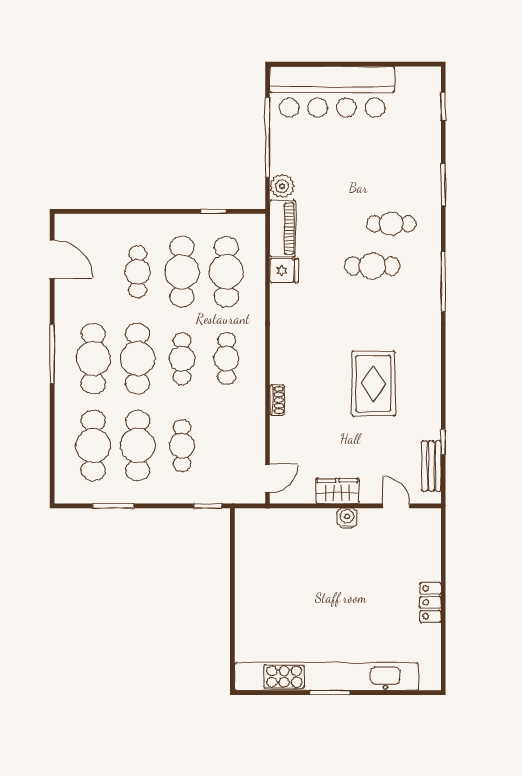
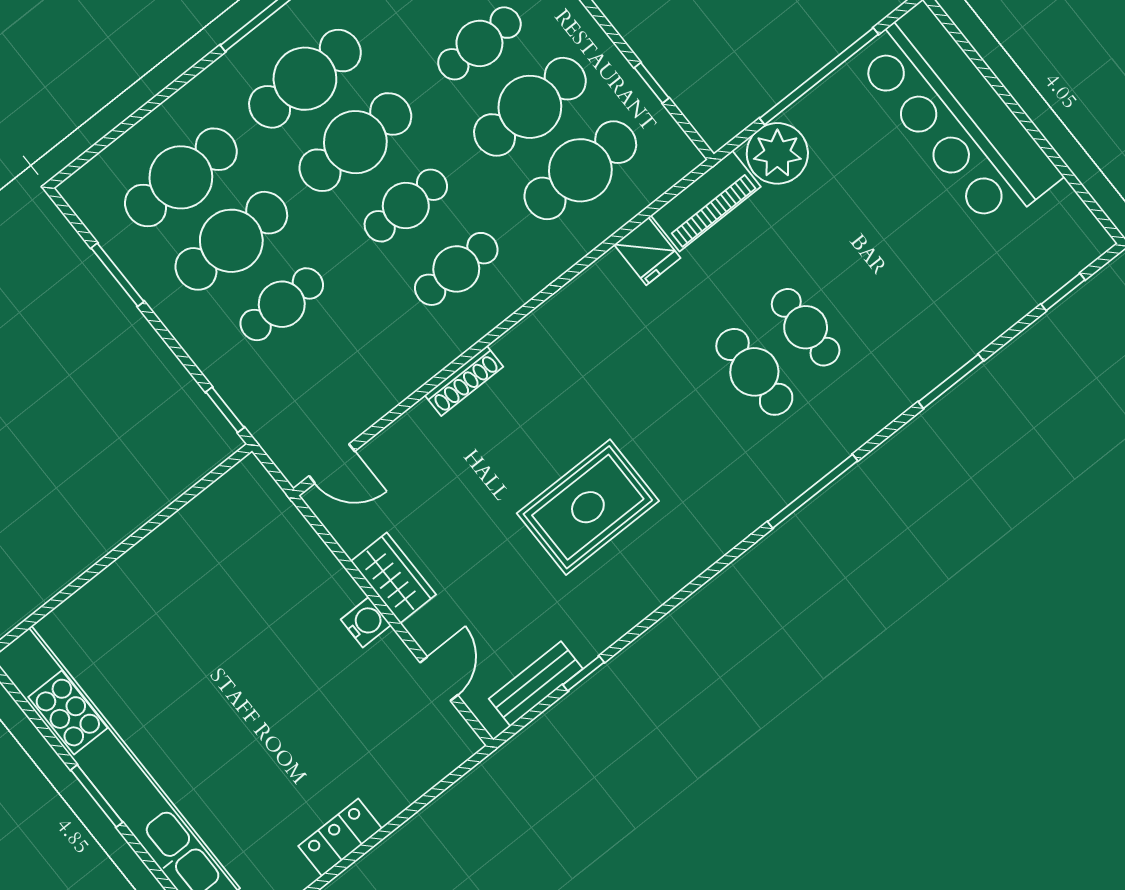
plant: (282, 186) -> (777, 153), width x1.36, depth x1.36
cafe table: (391, 224) -> (806, 327), moved
shoe rack: (277, 400) -> (464, 381), width x1.43

